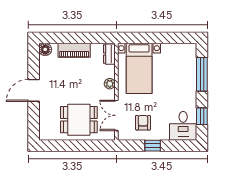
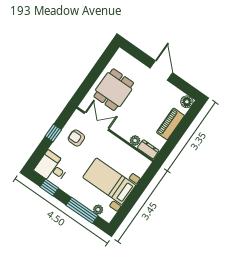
plant: (191, 61) -> (98, 210), added
bed with nightstands: (139, 68) -> (109, 181), moved
plant: (110, 84) -> (135, 141), moved
armchair: (143, 123) -> (76, 138), turned 180

